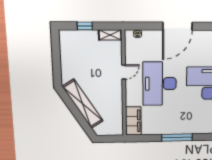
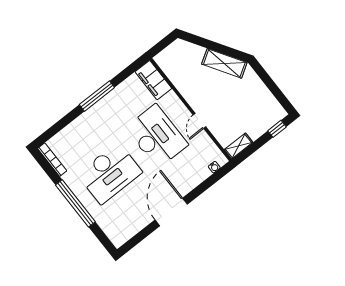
window: (85, 26) -> (277, 129), moved
door: (178, 26) -> (171, 212), moved
shelving: (83, 104) -> (224, 63), width x0.68

